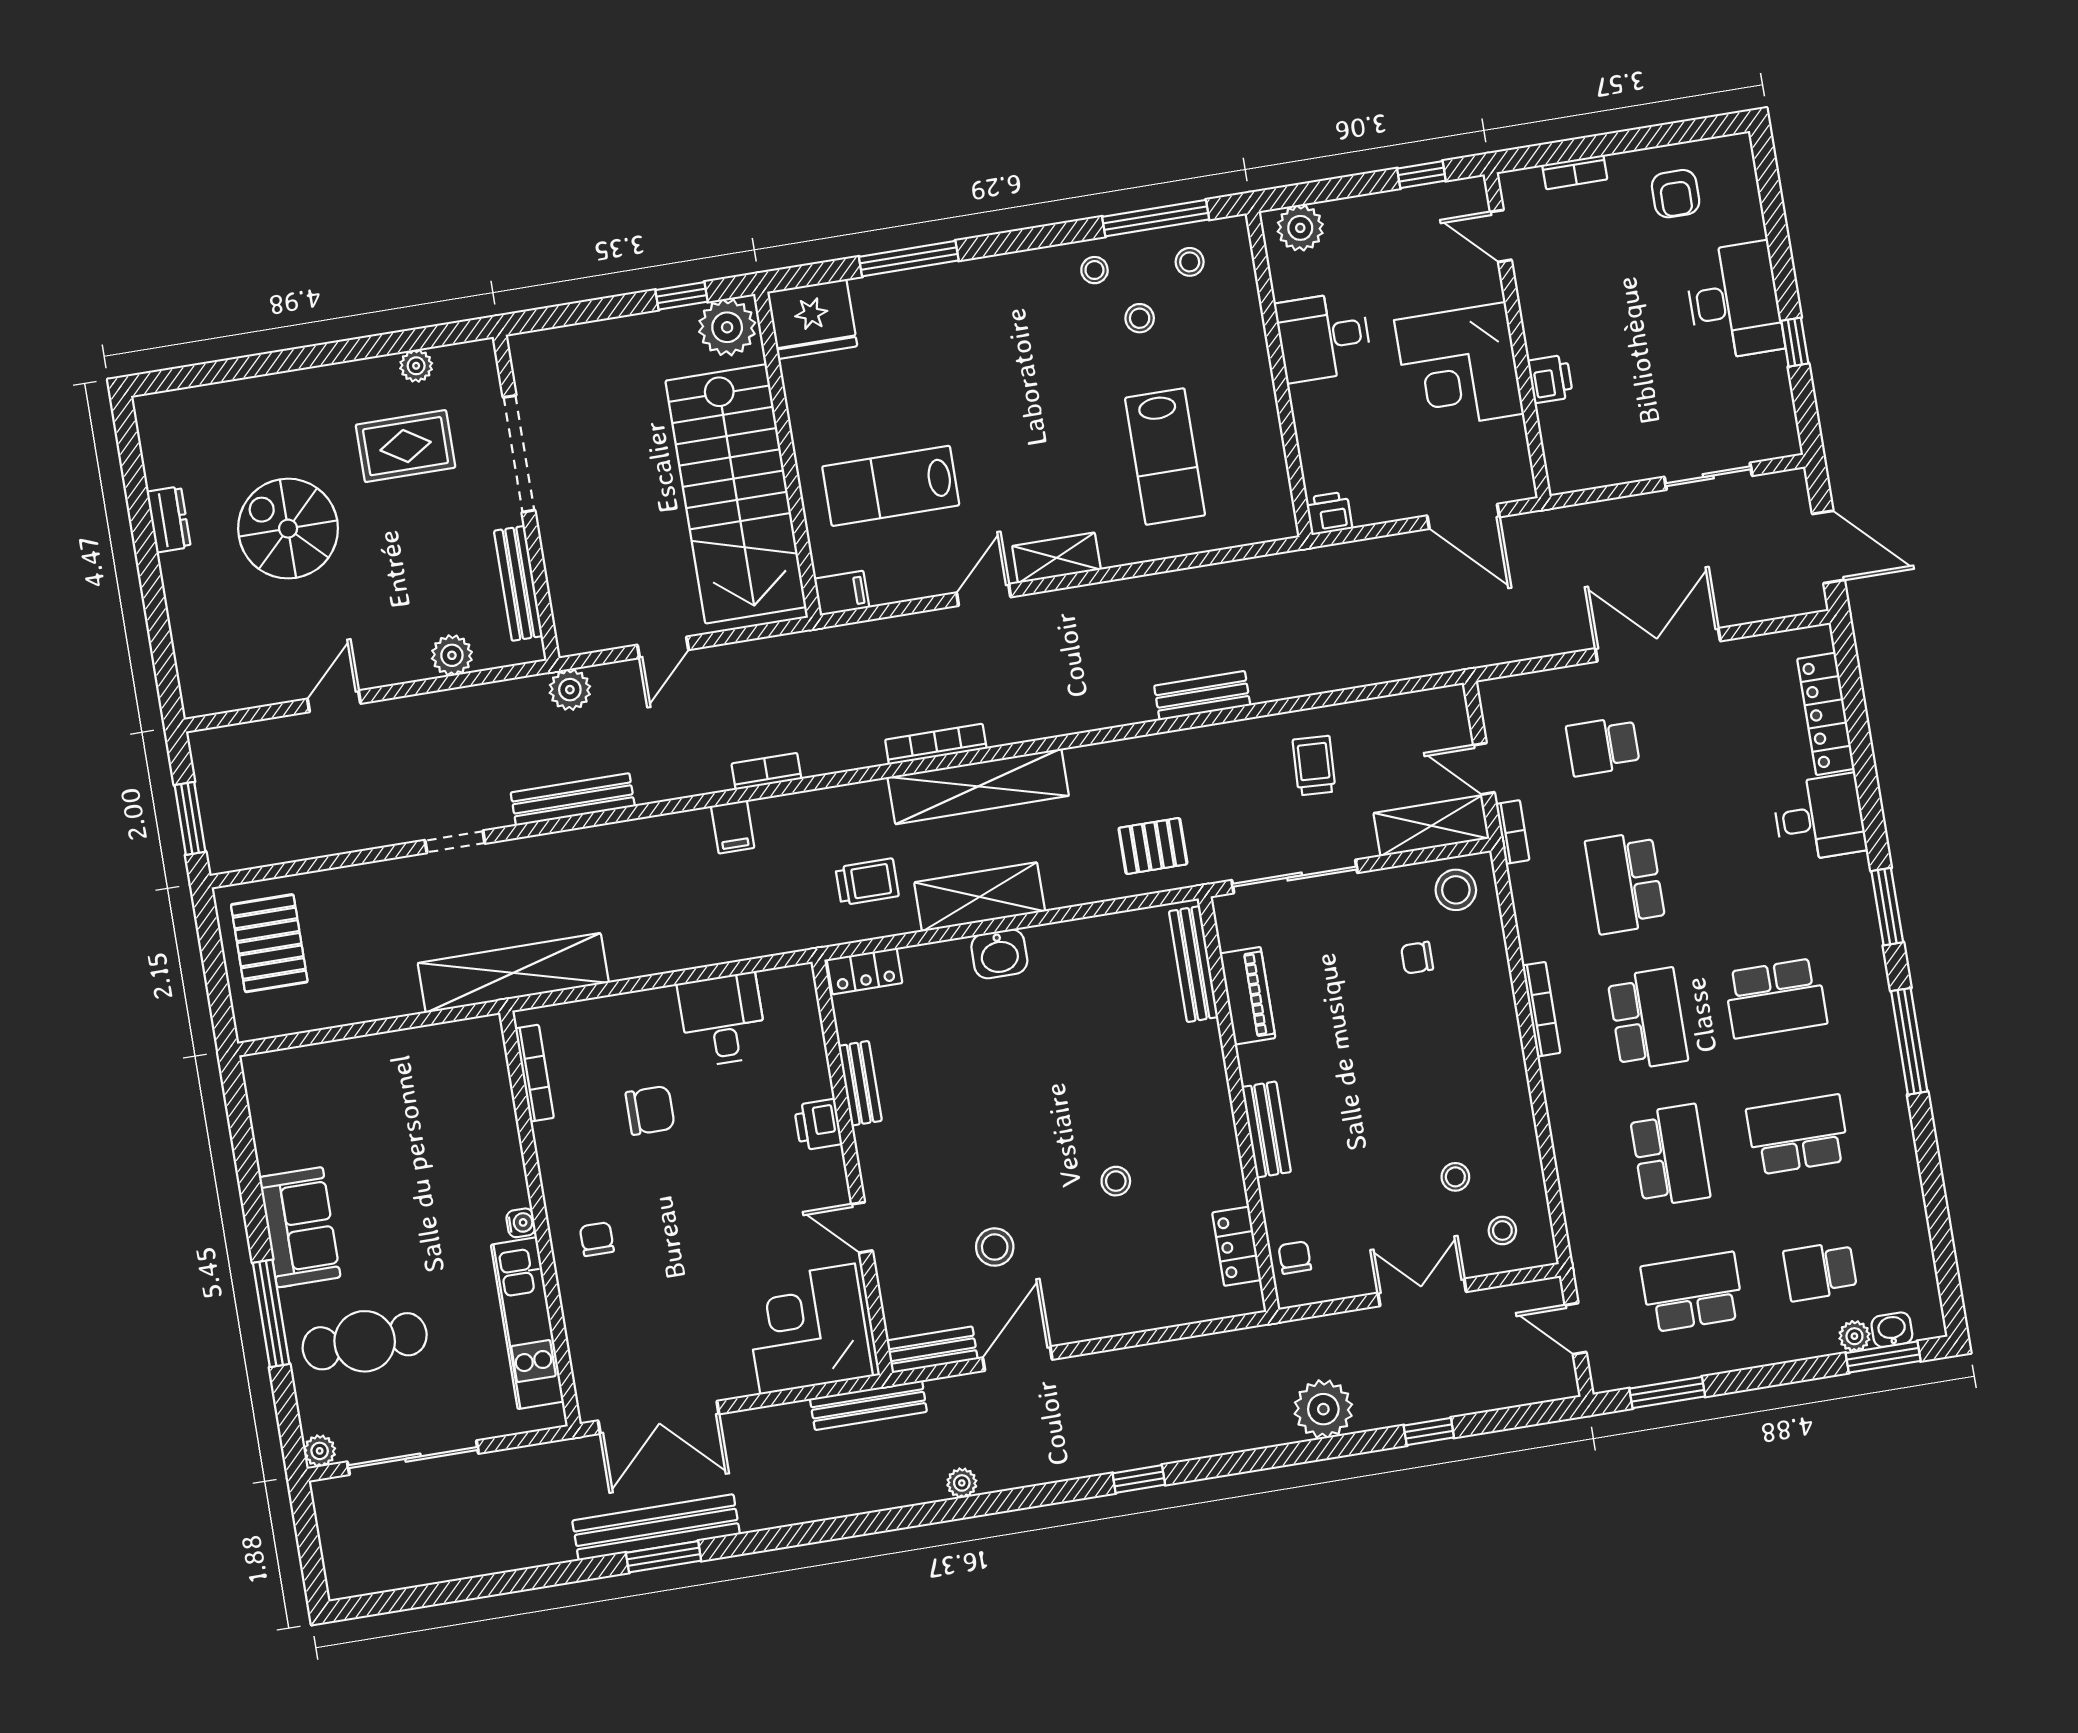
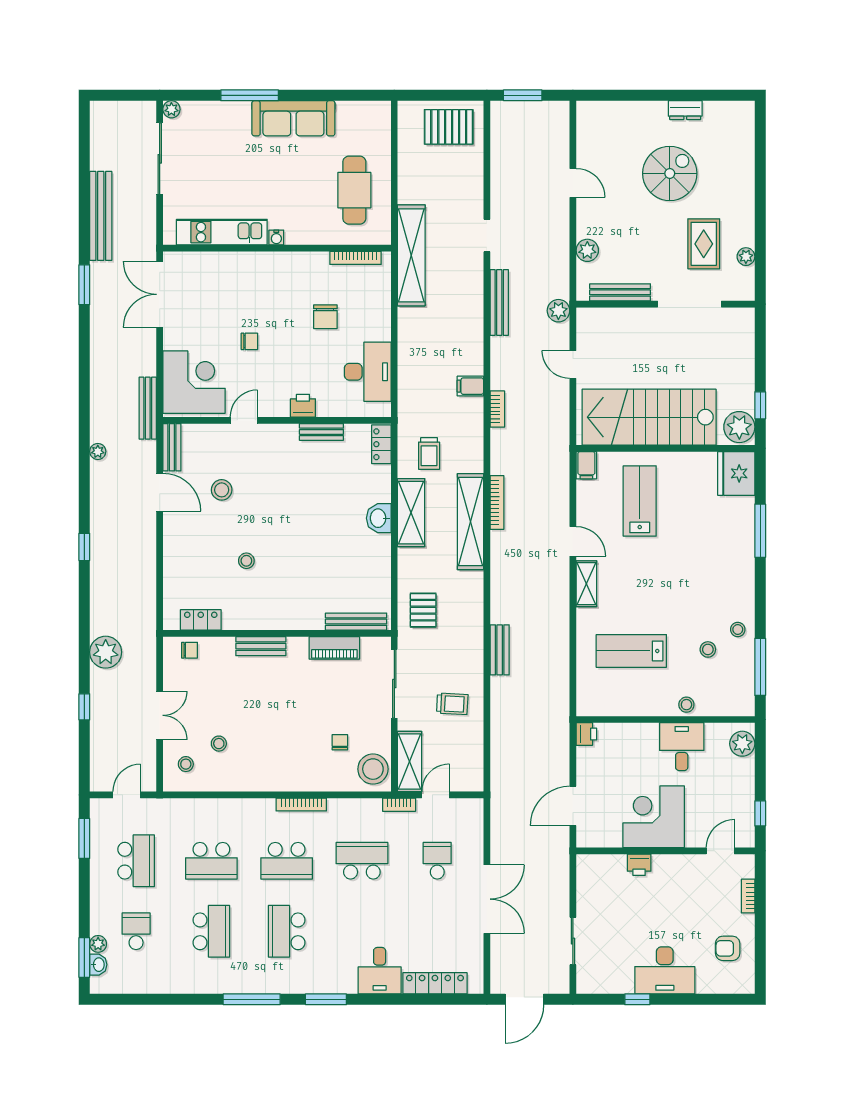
stool: (1190, 262) -> (686, 705), moved
stool: (1456, 890) -> (373, 769), width x1.38, depth x1.38
desk: (723, 1020) -> (368, 372), width x1.37
sofa: (300, 1227) -> (293, 118), width x1.36
chair: (597, 1239) -> (249, 341), moved
cafe table: (365, 1341) -> (354, 190), moved
bench: (656, 1527) -> (101, 216), moved

